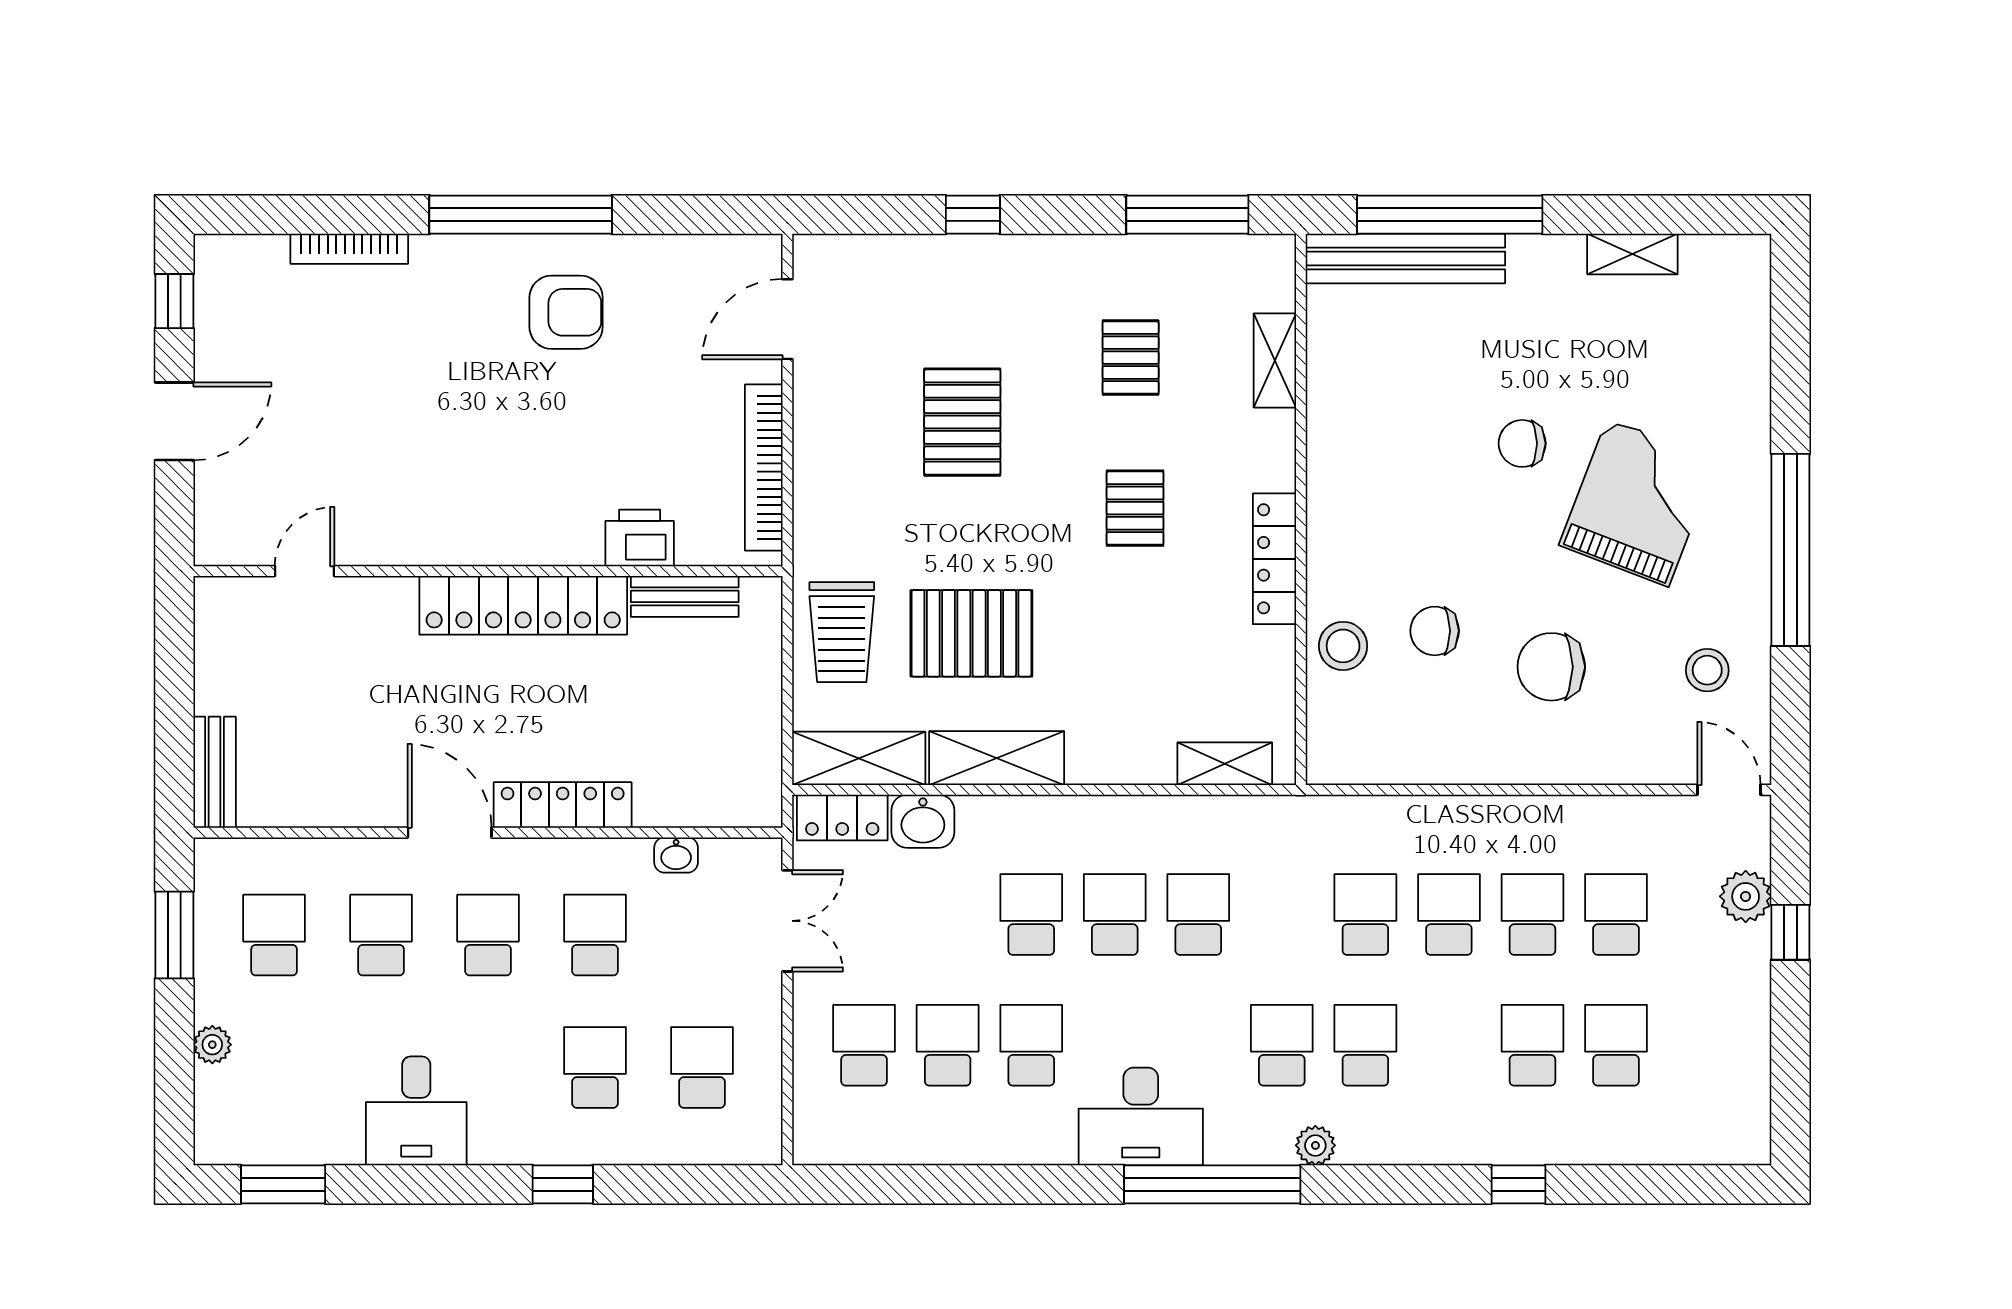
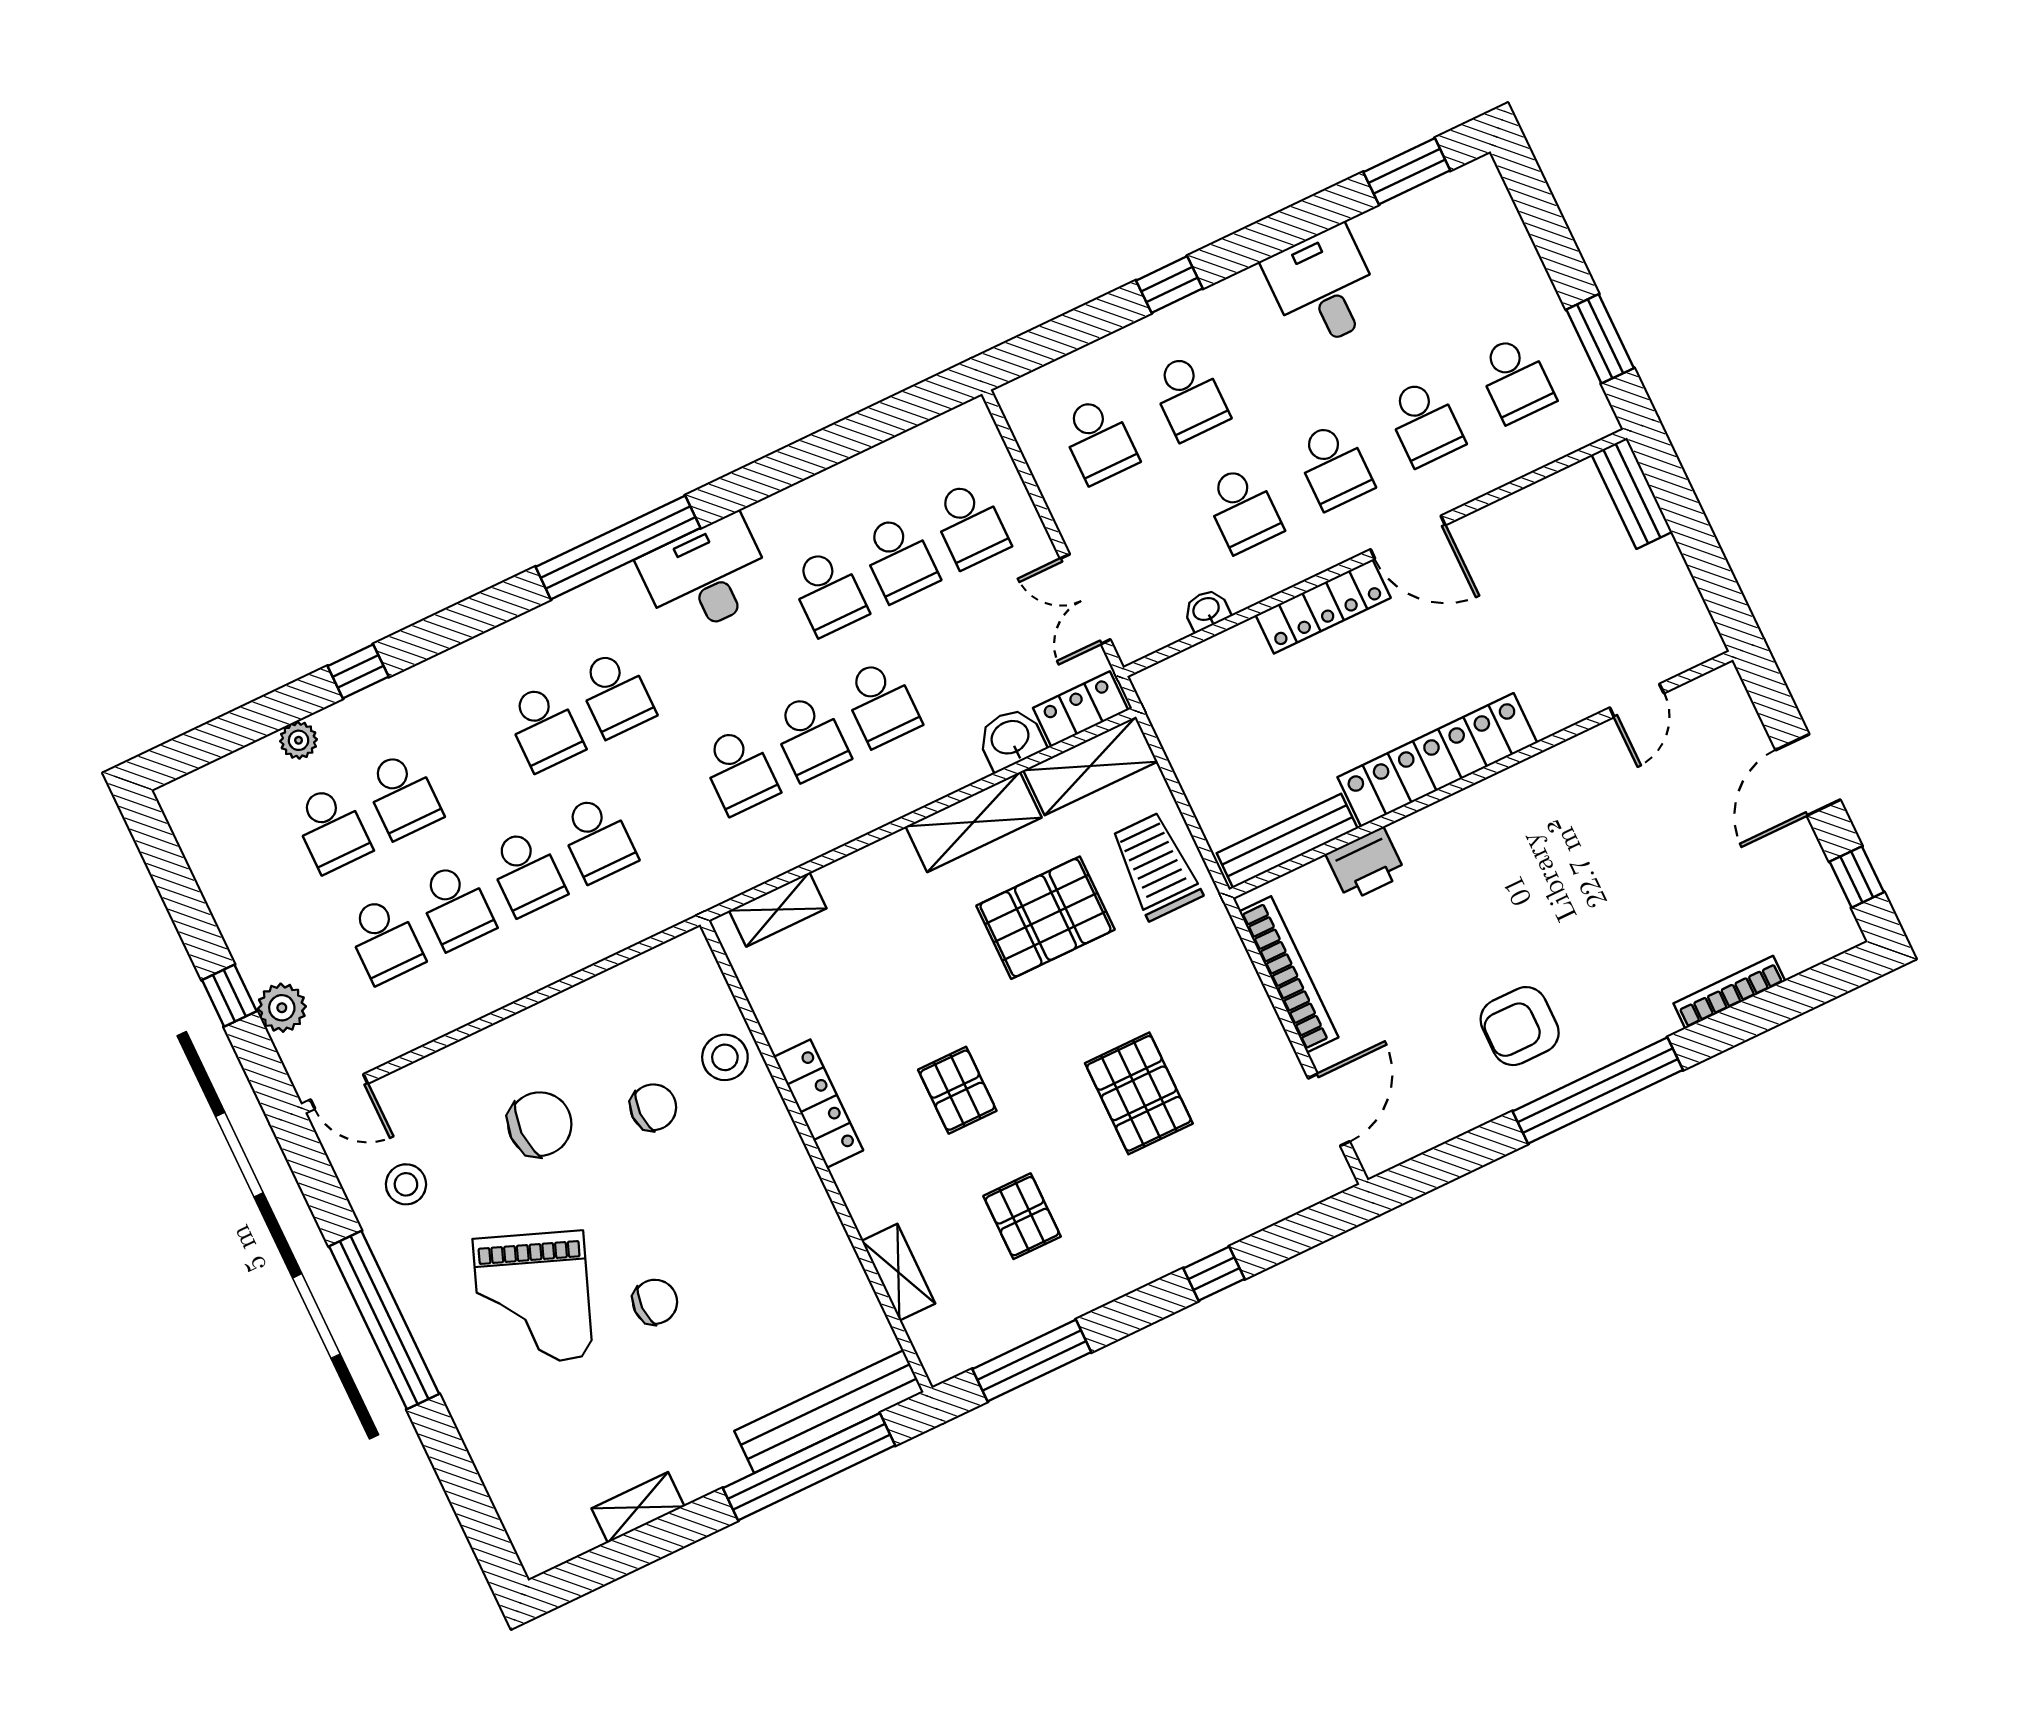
bench: (685, 596) -> (1287, 841), width x1.36
plant: (212, 1045) -> (1523, 261), removed
plant: (1315, 1145) -> (299, 740), moved

